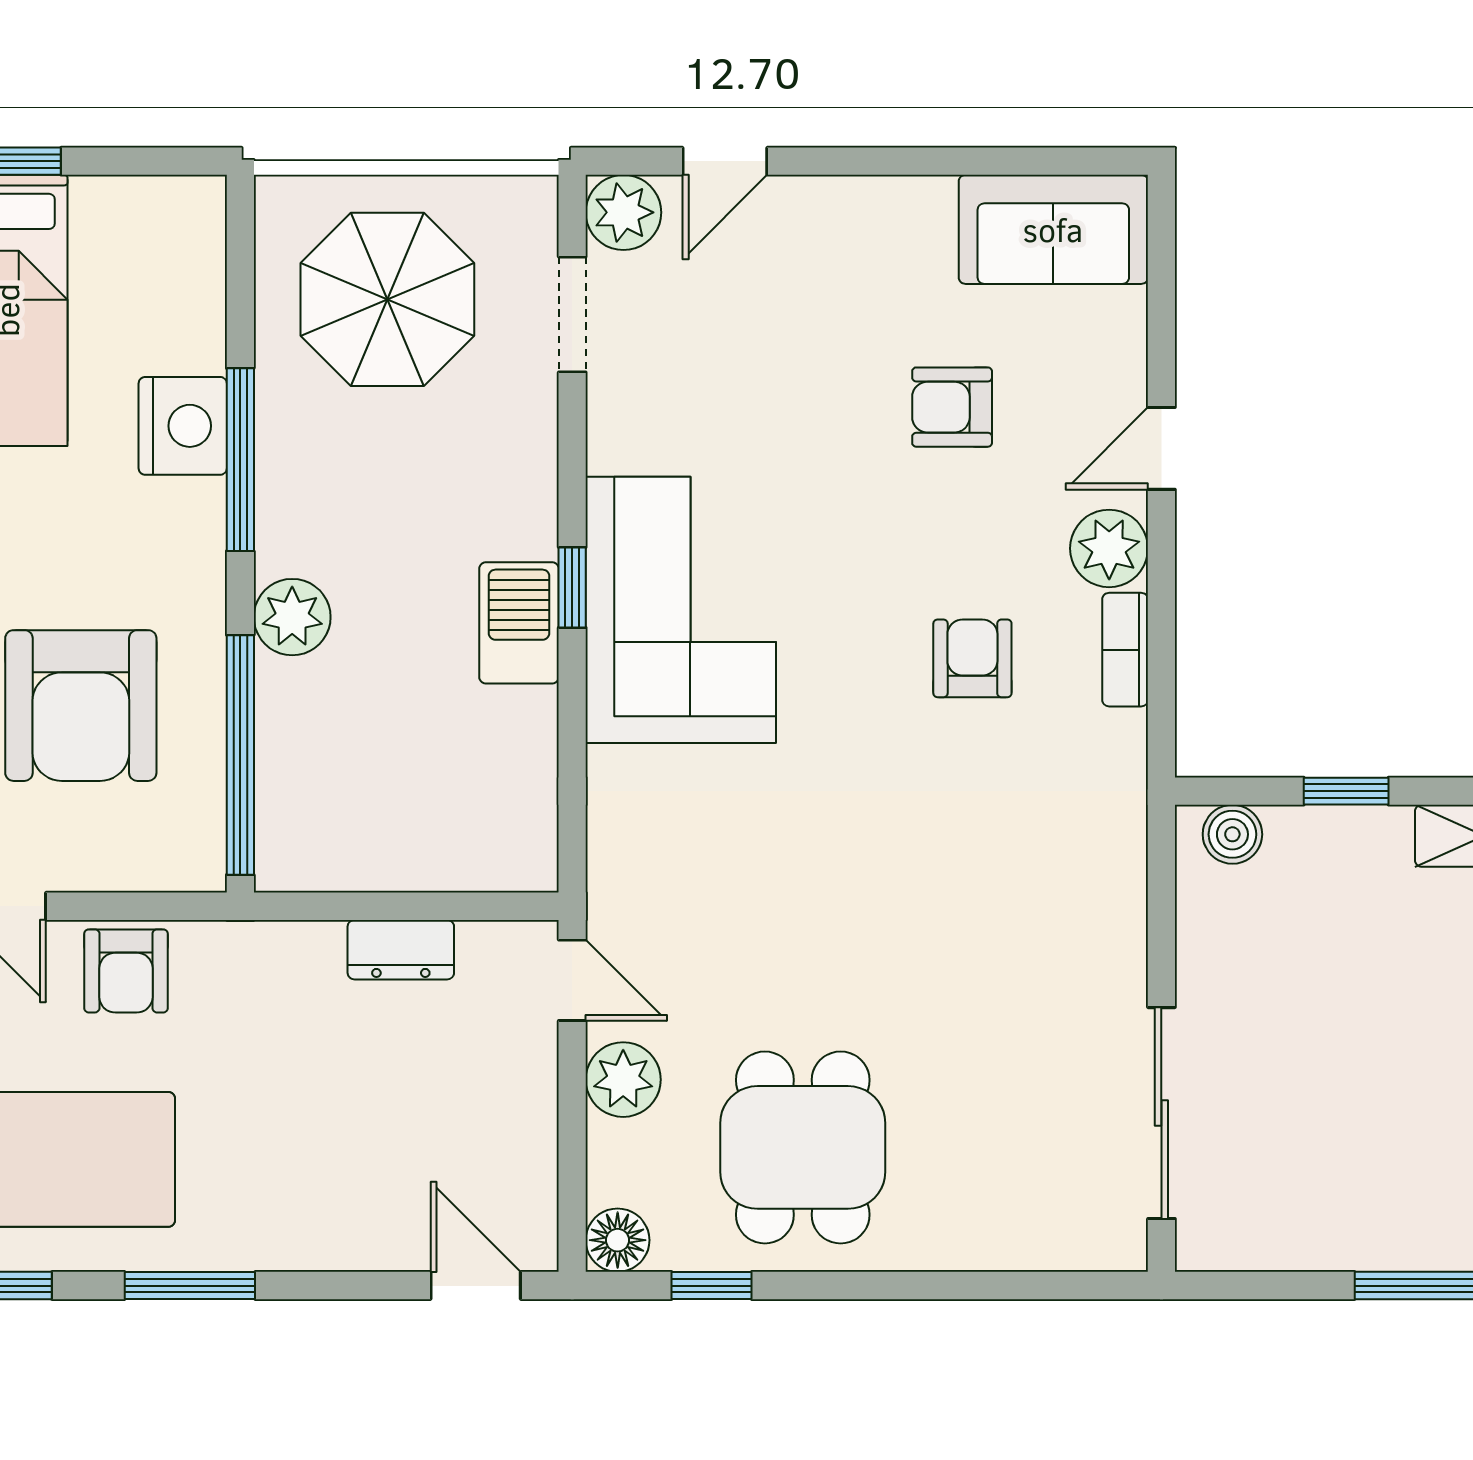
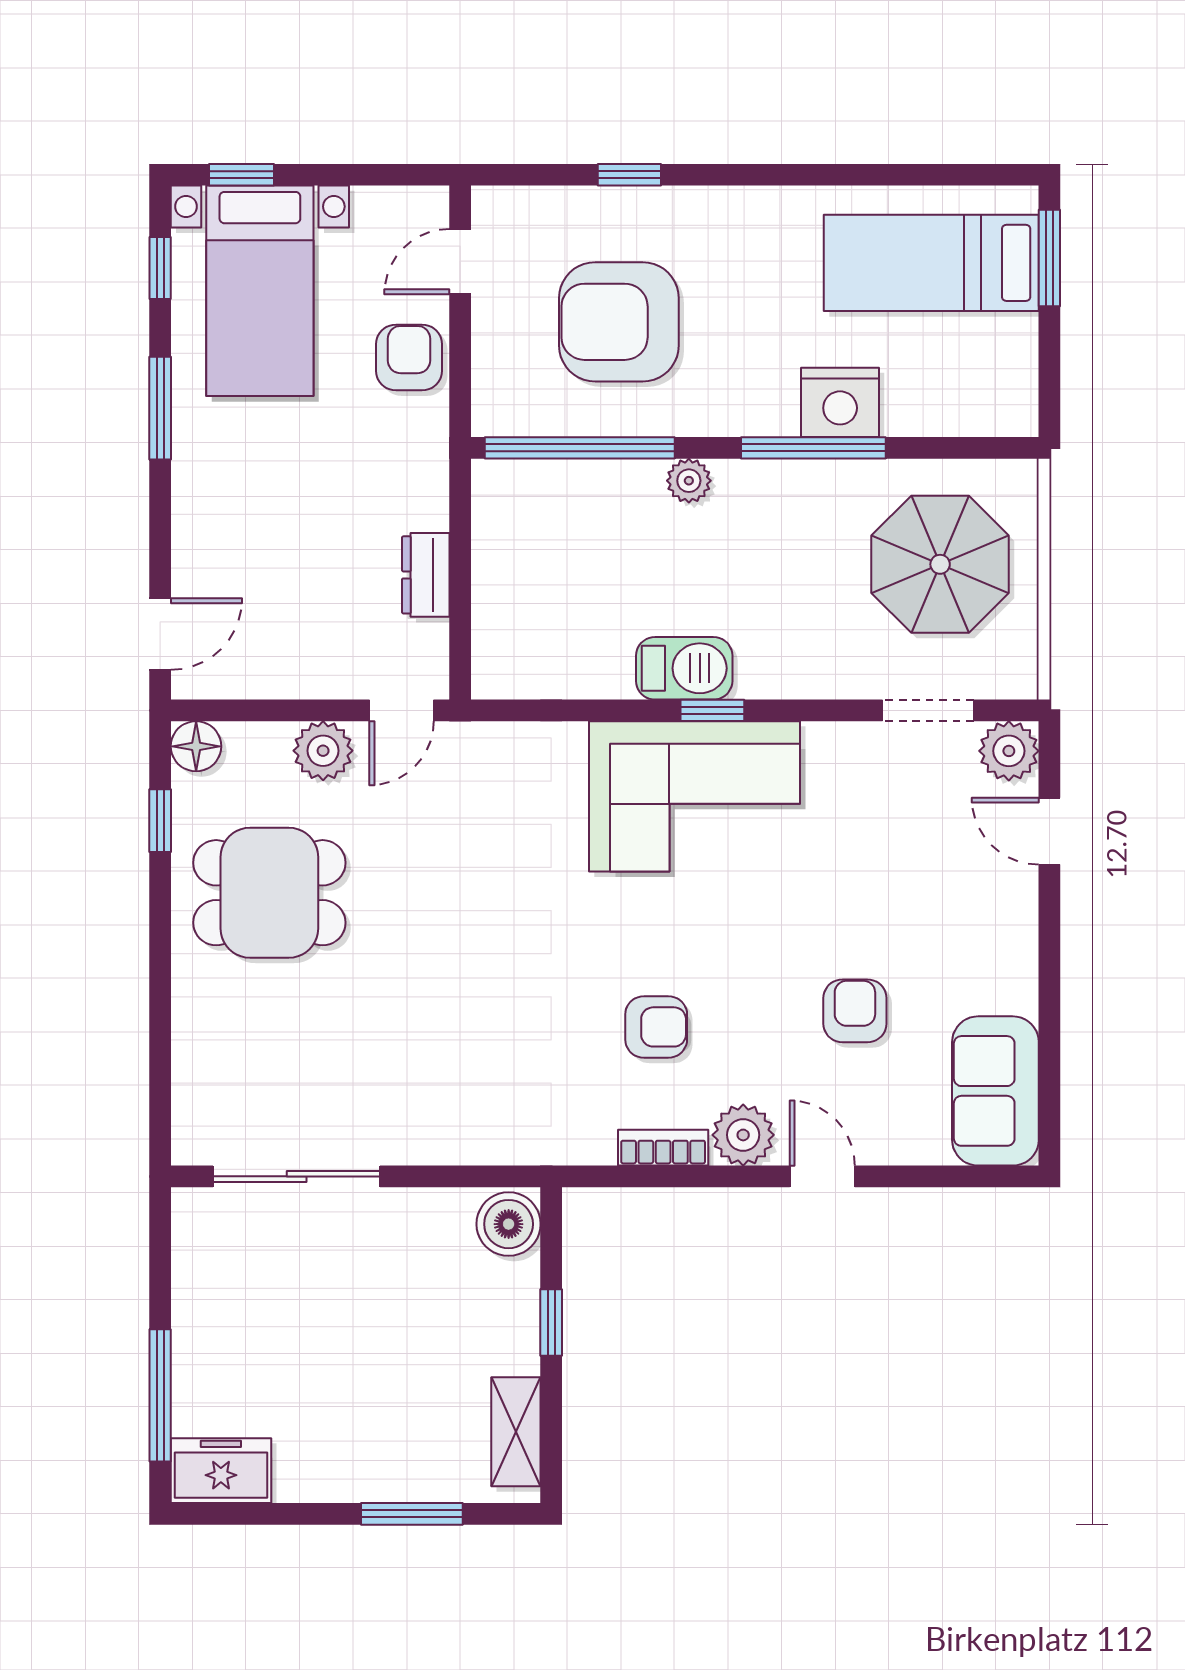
plant: (292, 617) -> (689, 481), width x0.73, depth x0.73
boiler: (1232, 834) -> (509, 1224), width x1.36, depth x1.36
armchair: (126, 971) -> (409, 357), turned 90

